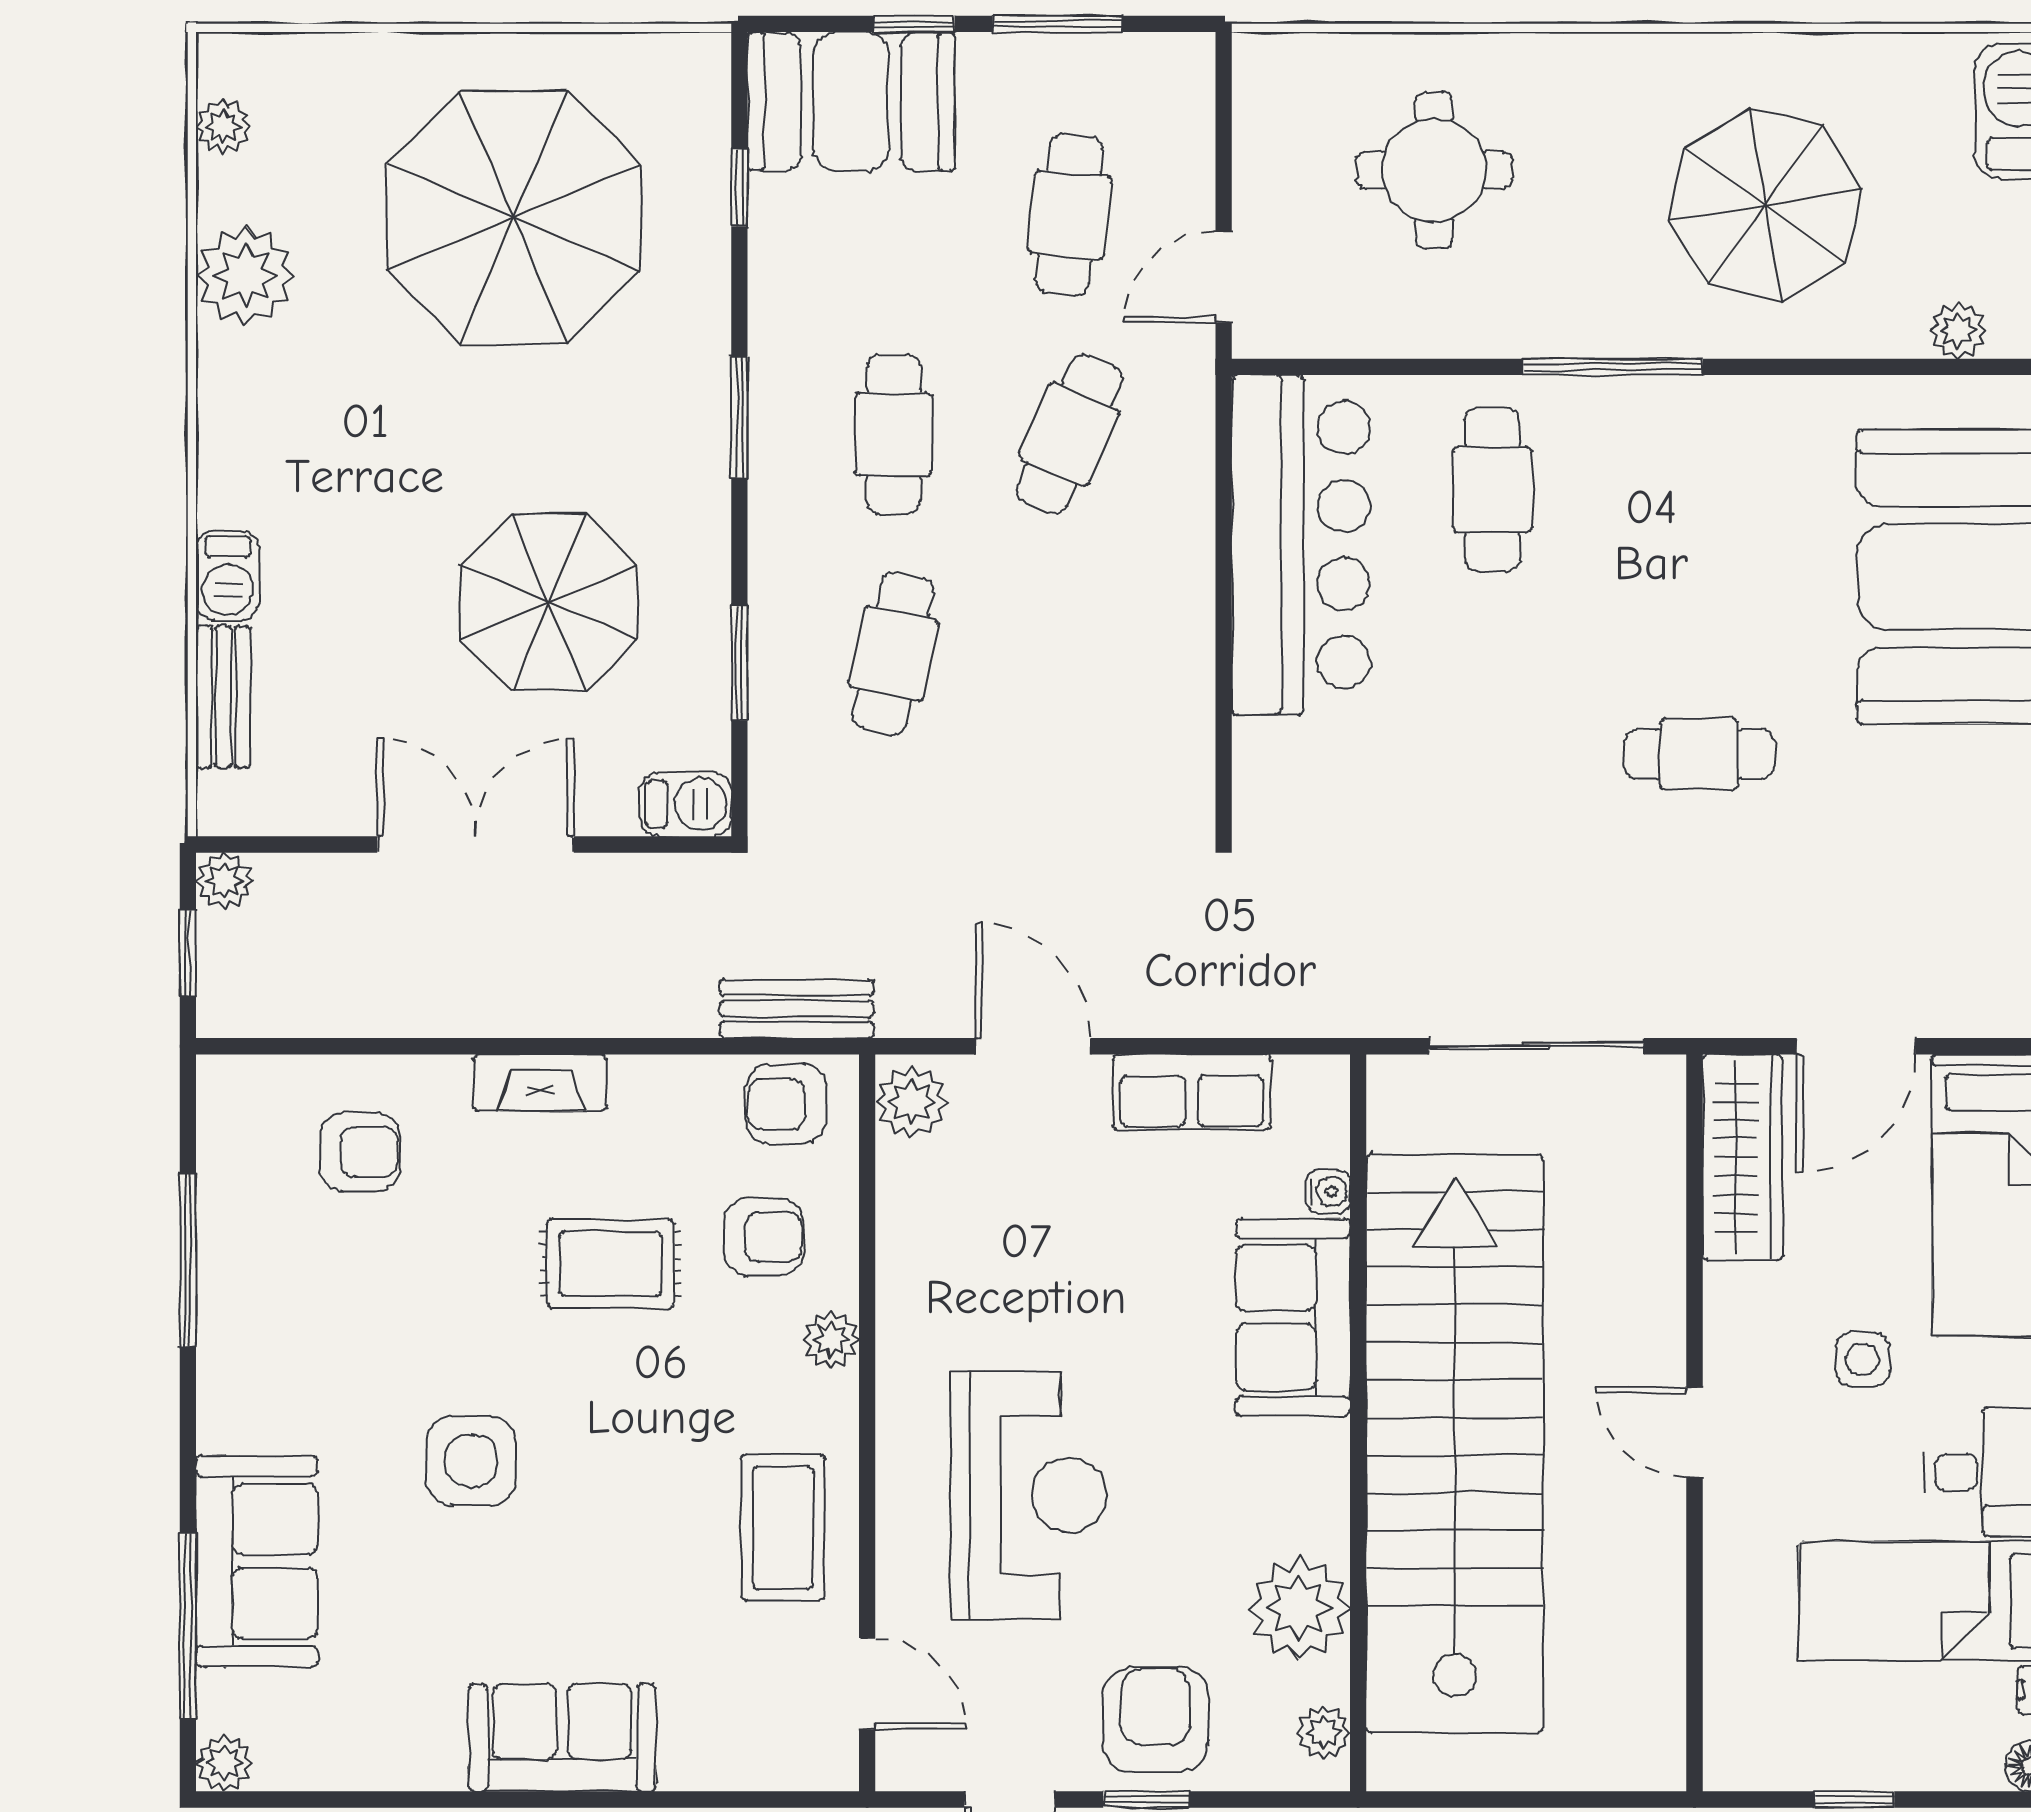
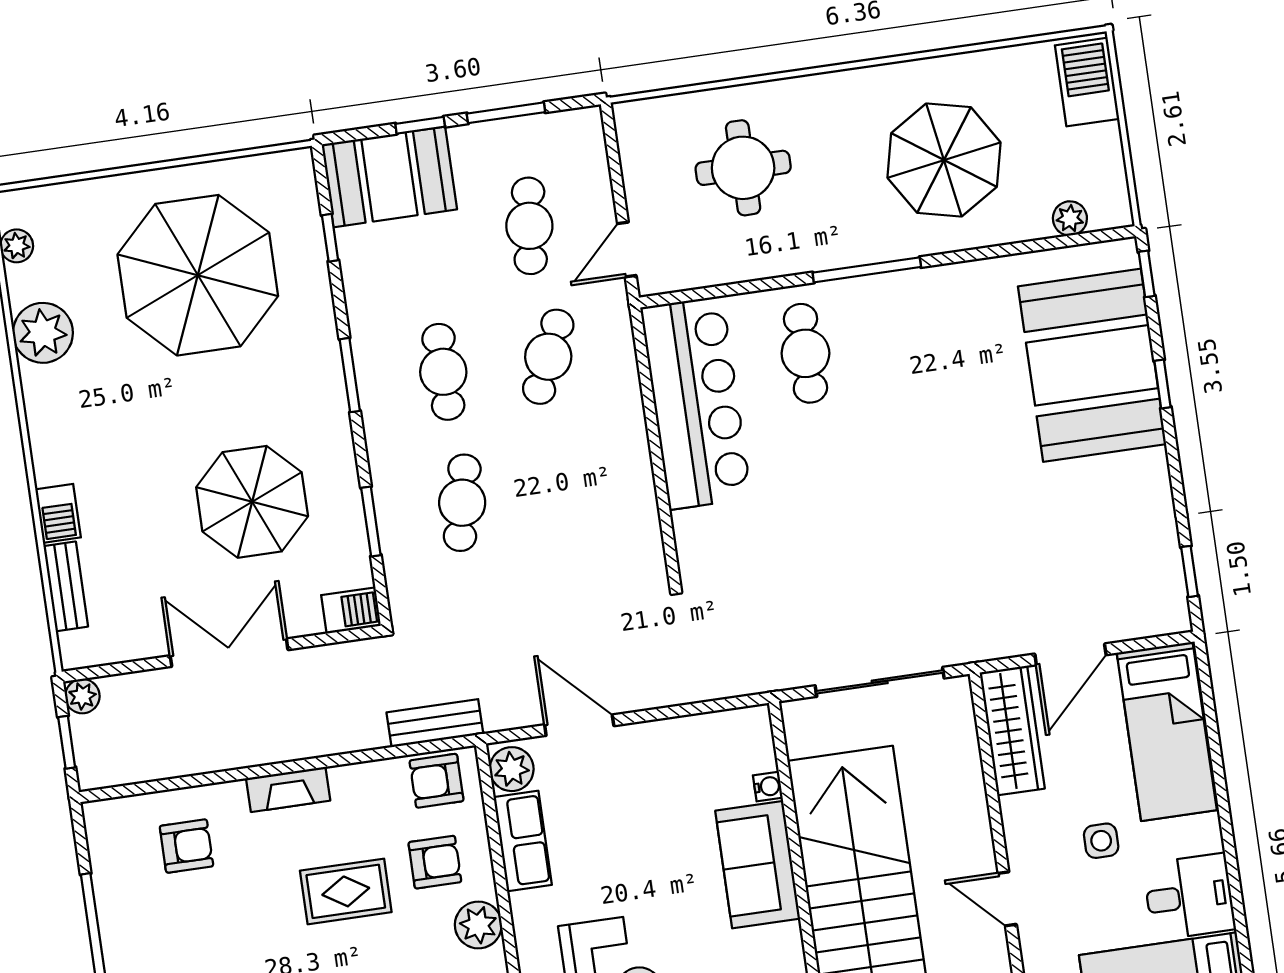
cafe table: (1699, 754) -> (952, 493), removed
row of seats: (1192, 1092) -> (523, 841), moved, turned -90
plant: (831, 1340) -> (478, 925), width x1.38, depth x1.38

